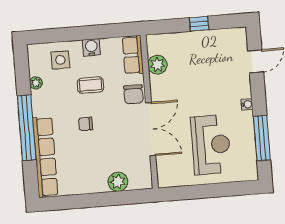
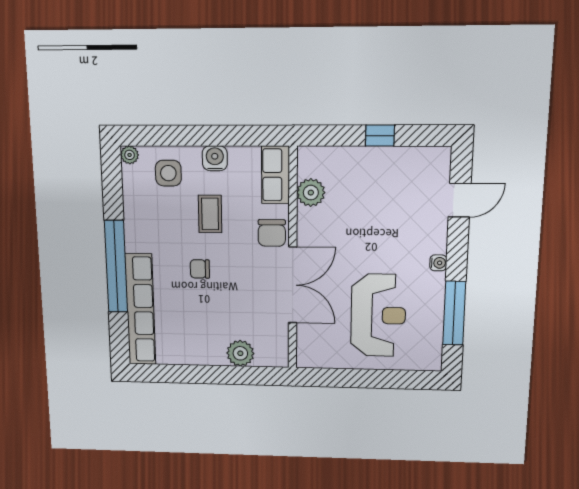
plant: (36, 83) -> (130, 155), moved
coffee table: (90, 85) -> (210, 214), turned 90

